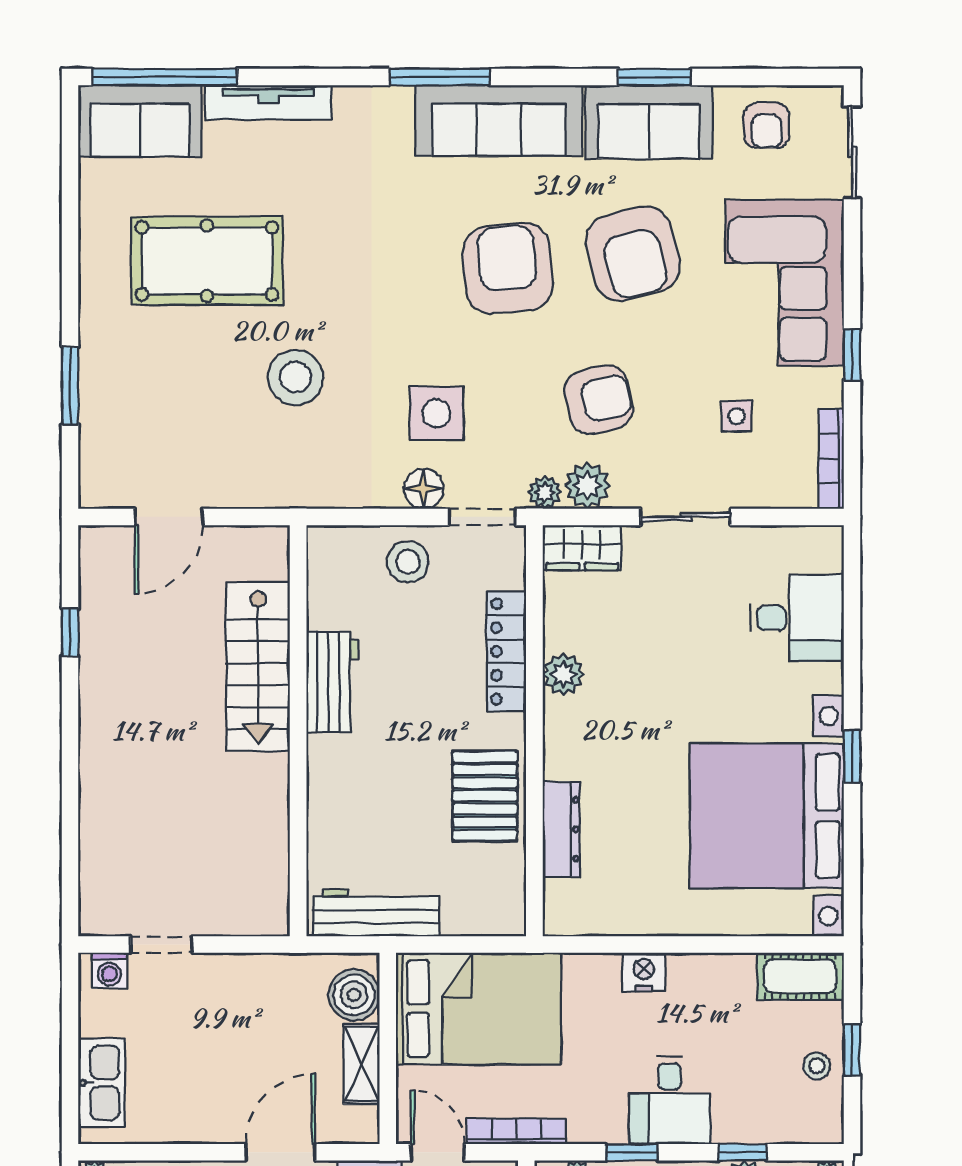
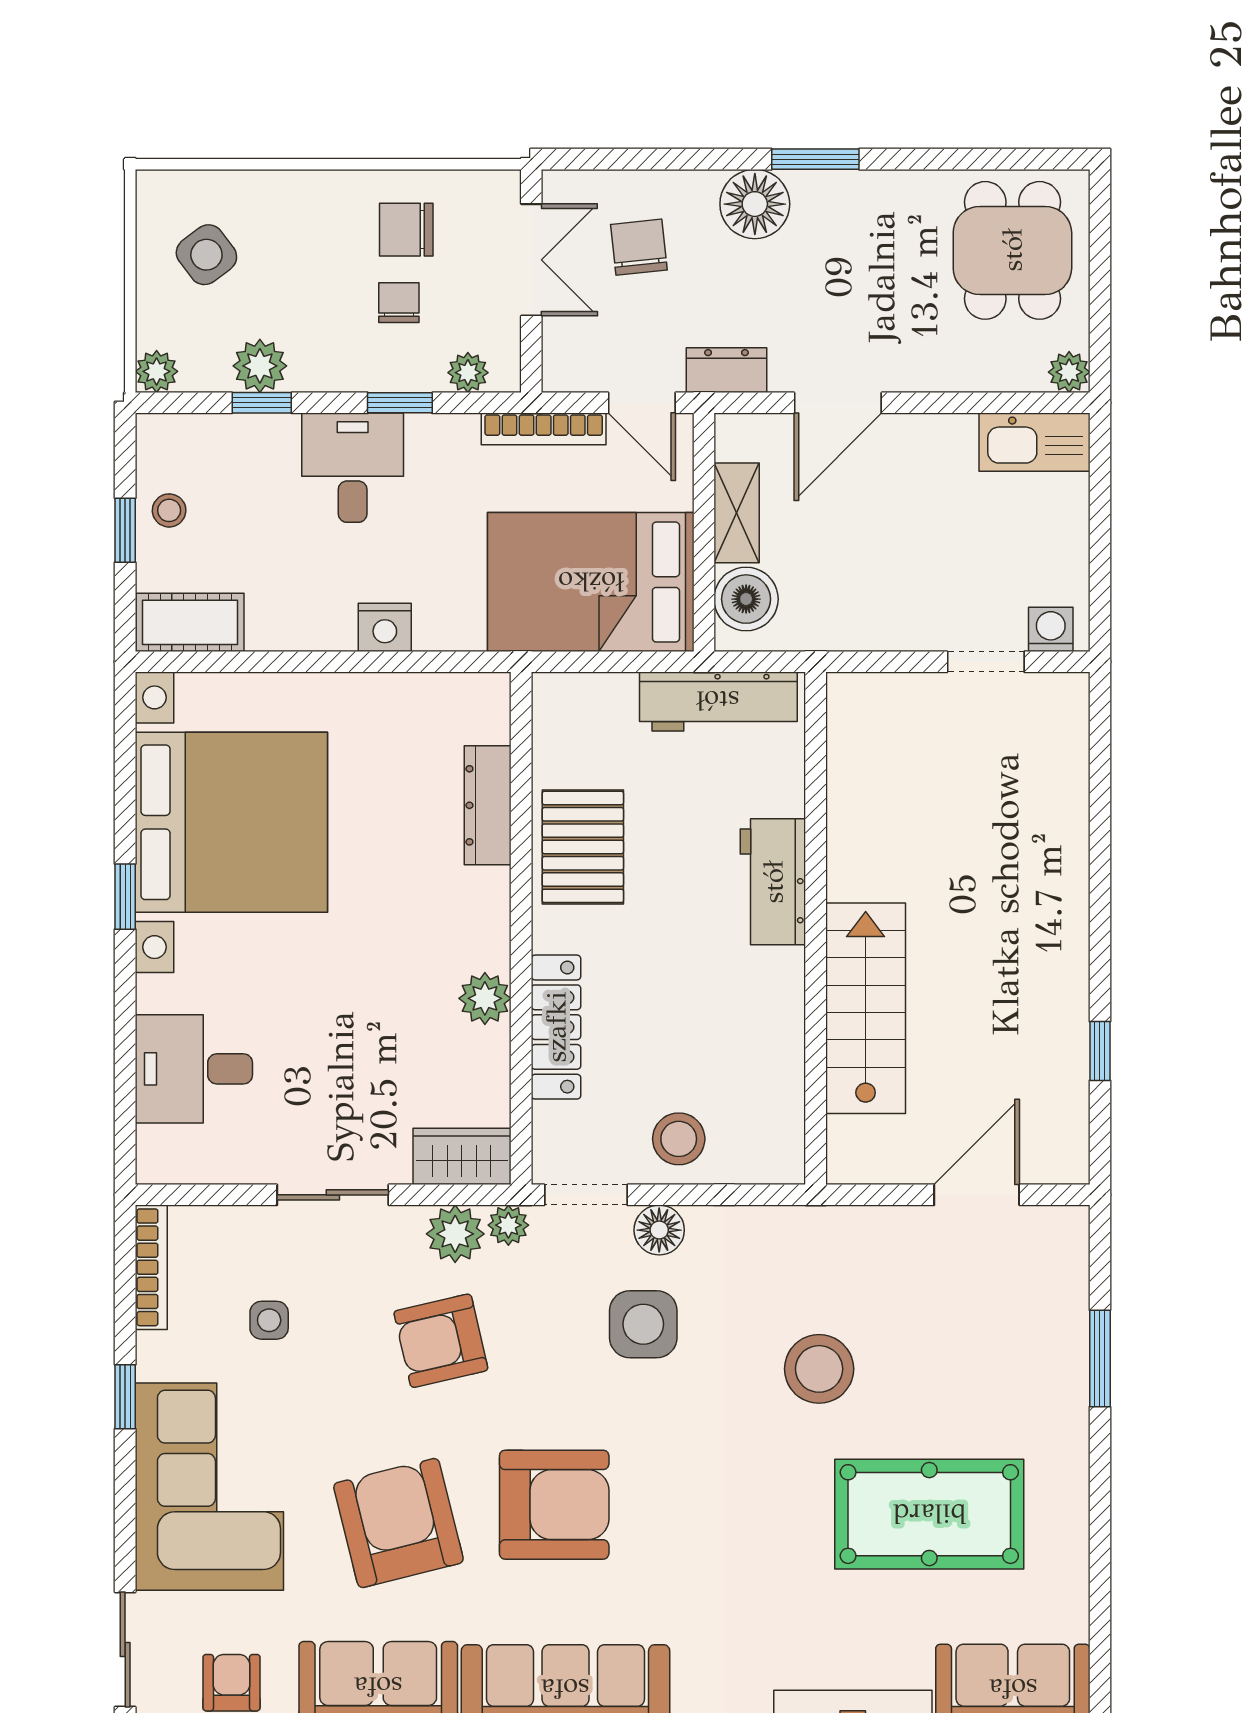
armchair: (508, 268) -> (554, 1505), turned -85
workbench: (332, 682) -> (773, 882), moved
kitchen sink: (102, 1083) -> (1034, 442), moved, turned -90

